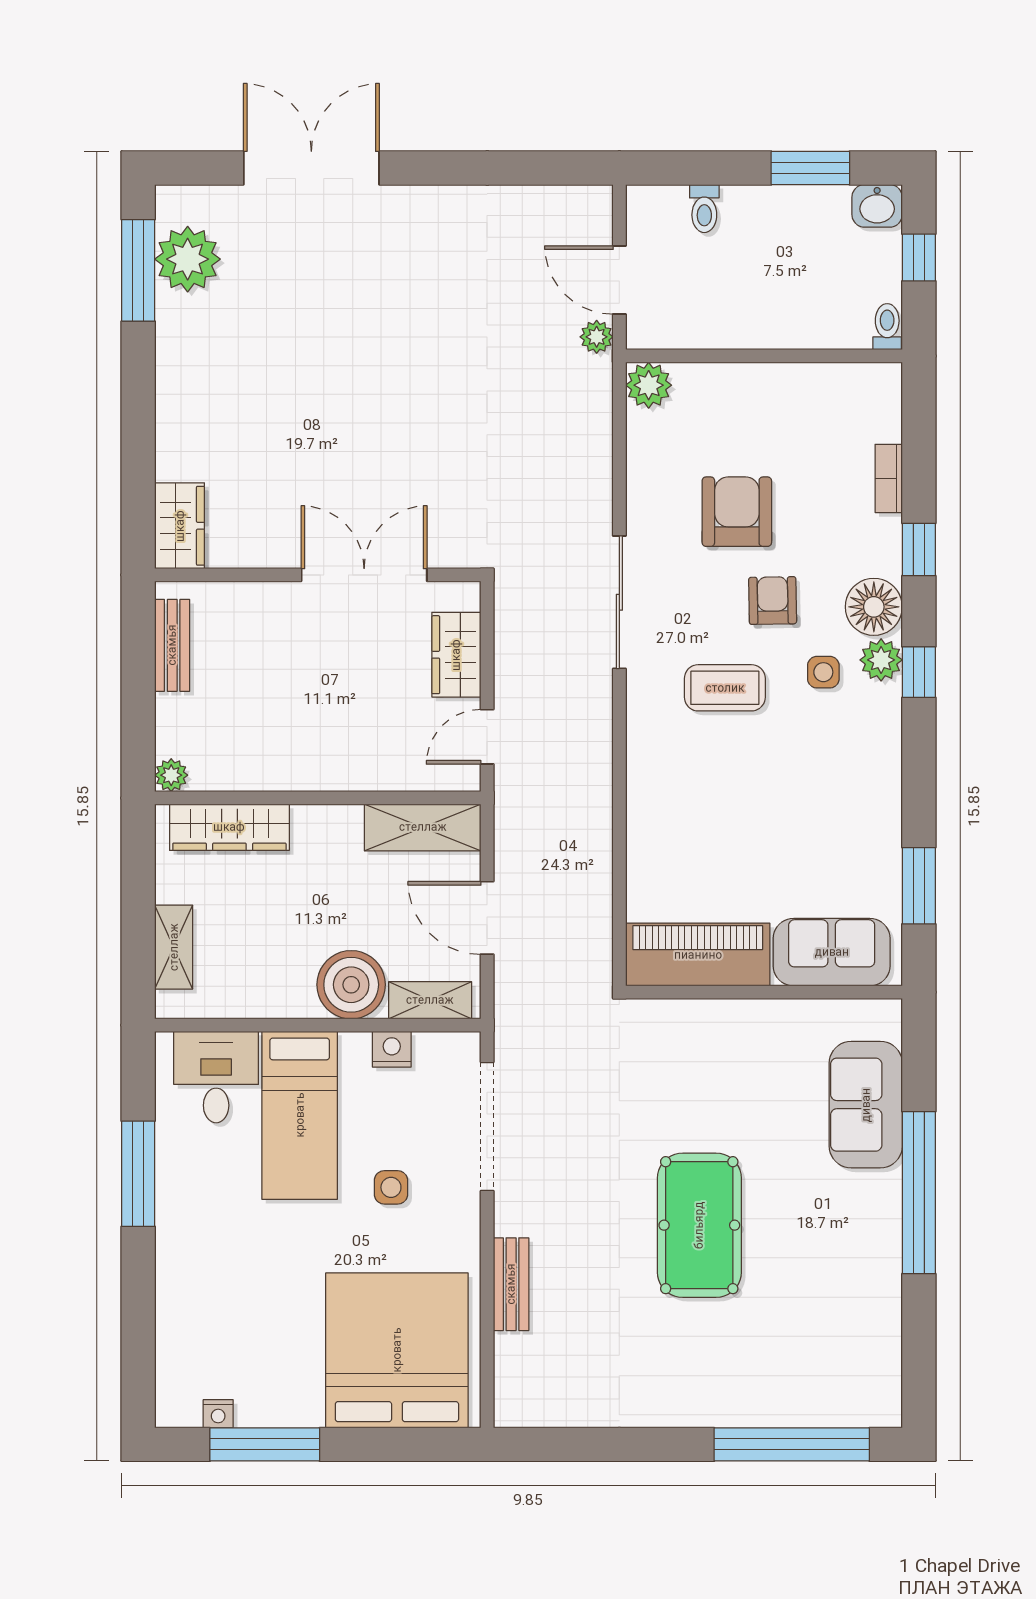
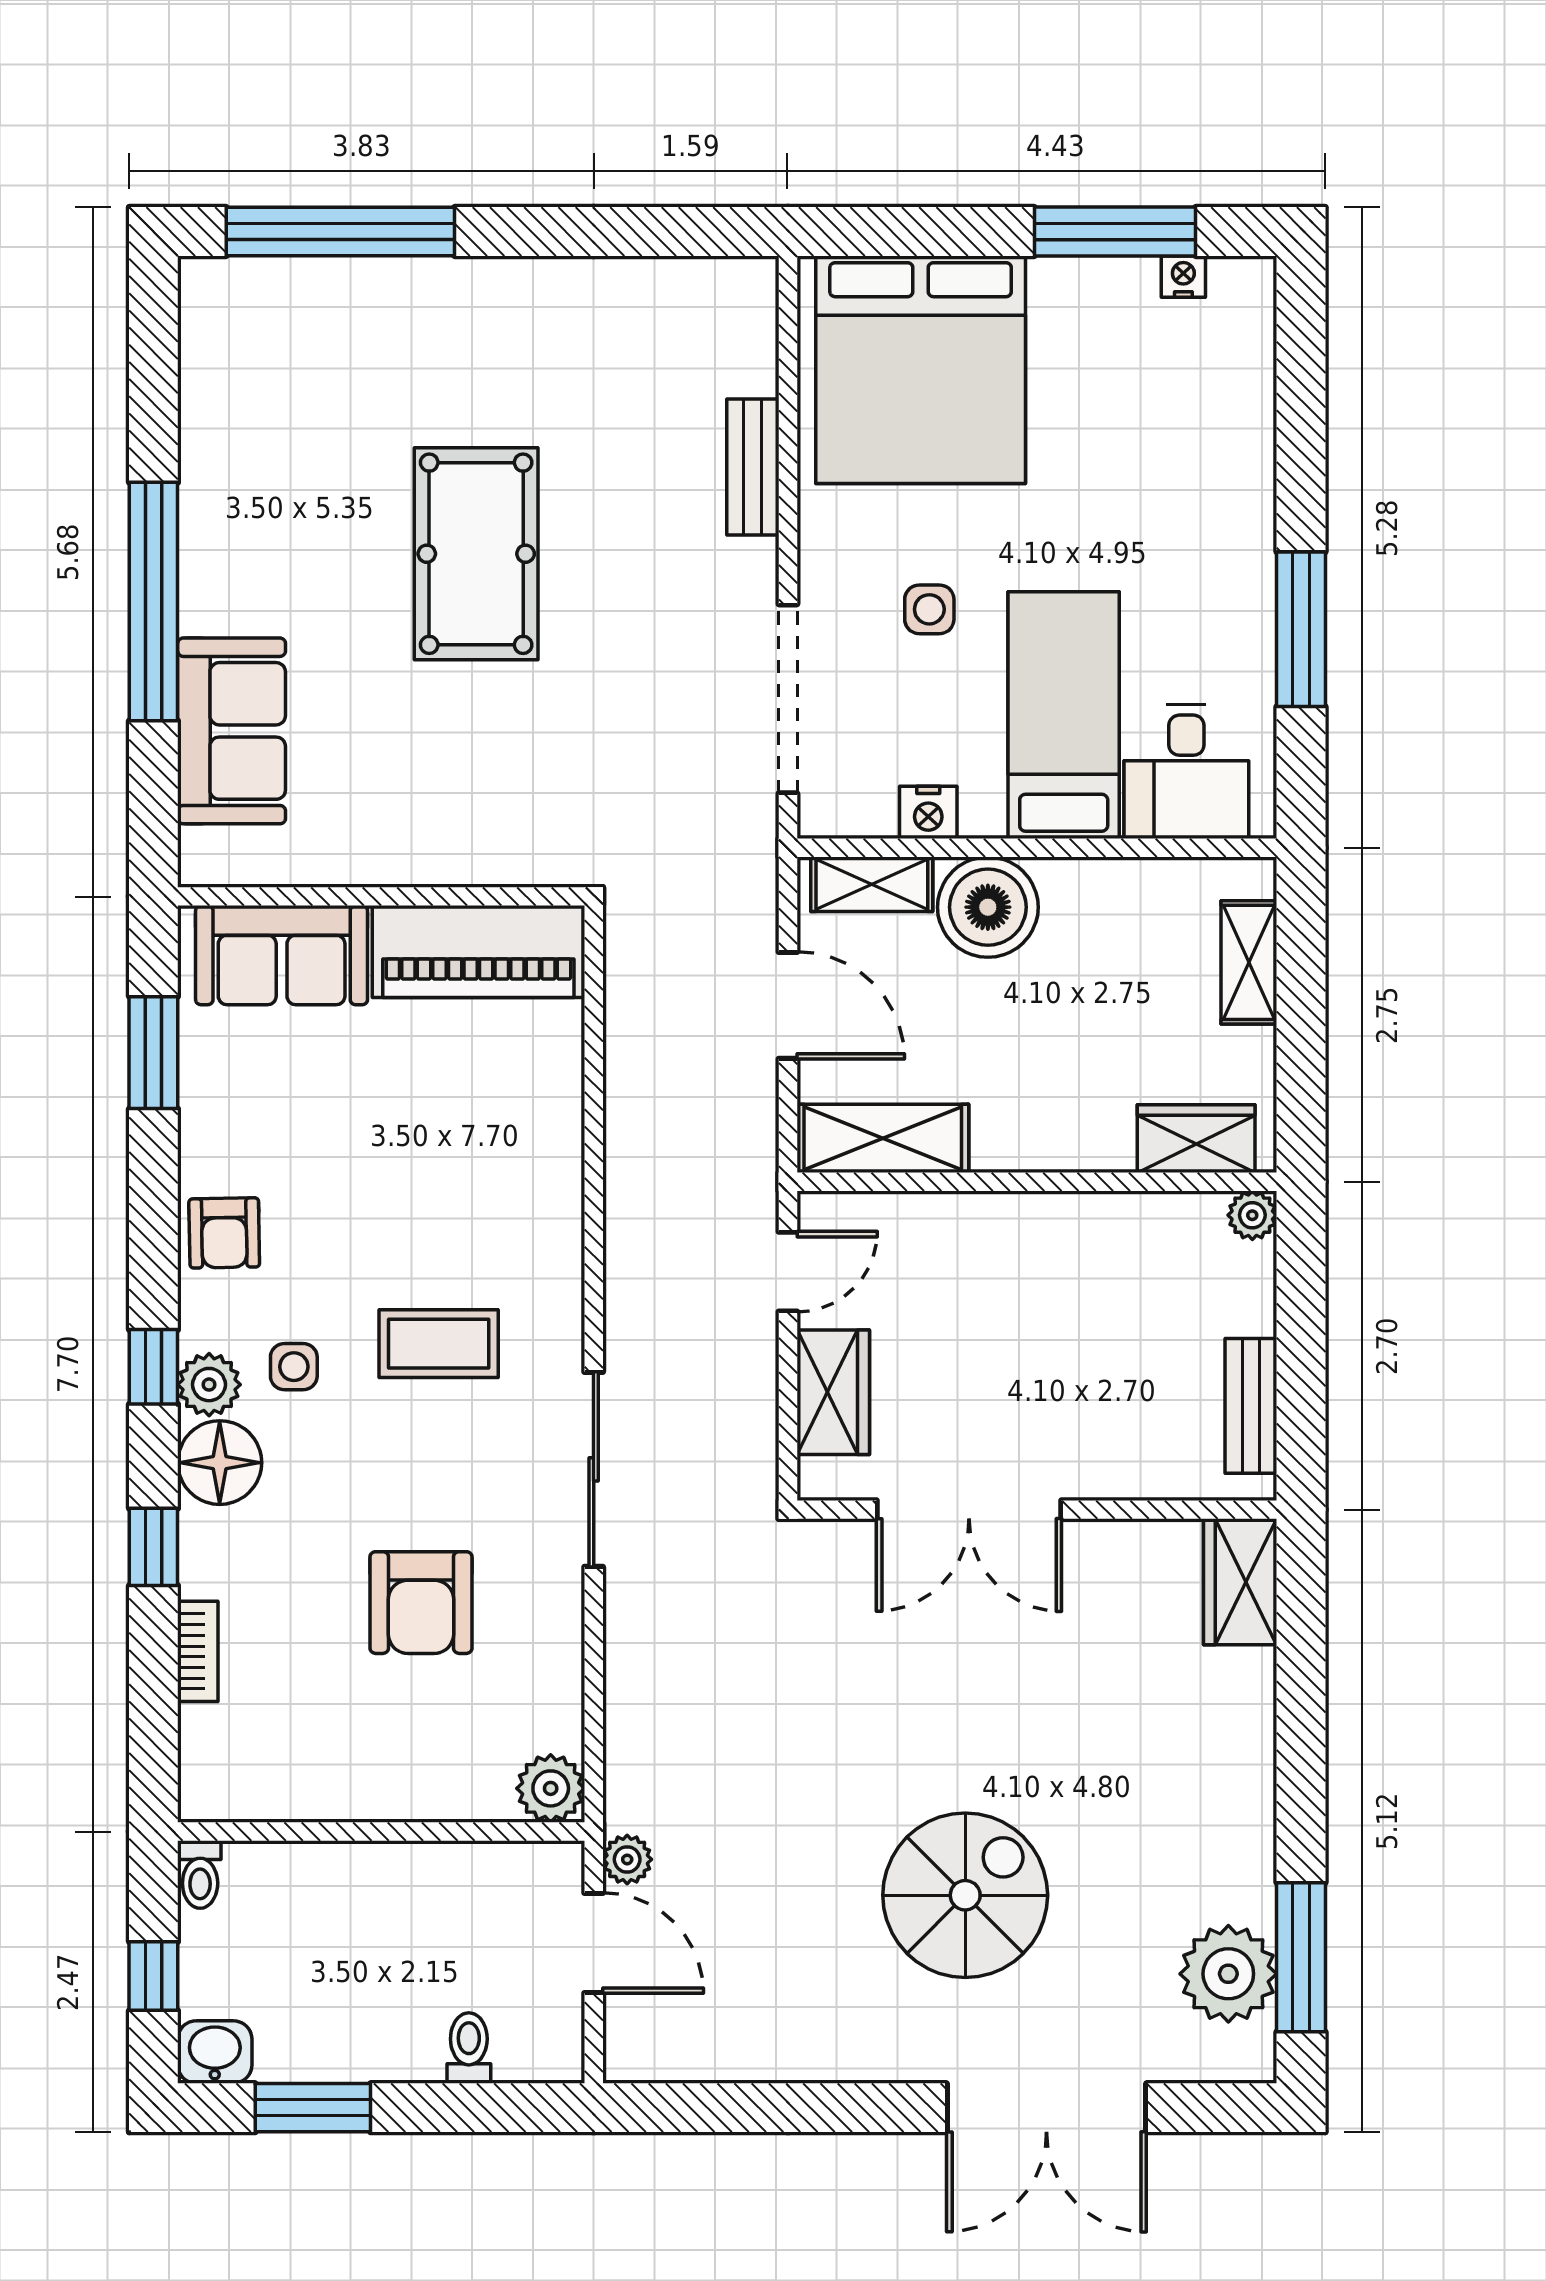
spiral stairs: (367, 313) -> (965, 1895), added
armchair: (773, 601) -> (224, 1233), moved
wardrobe: (229, 827) -> (1196, 1139), width x0.67

